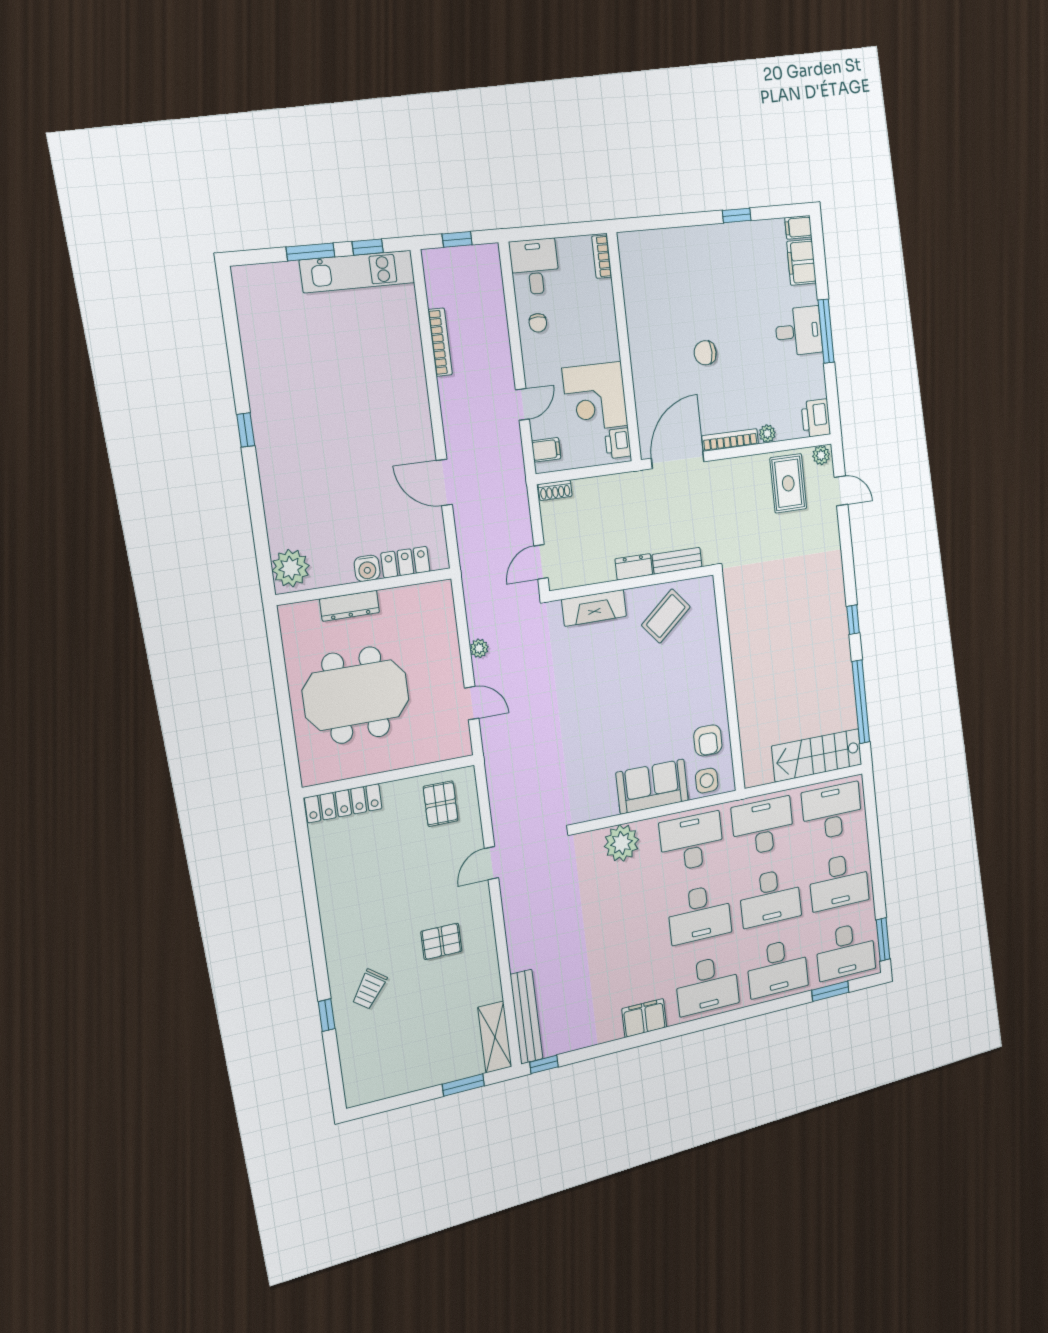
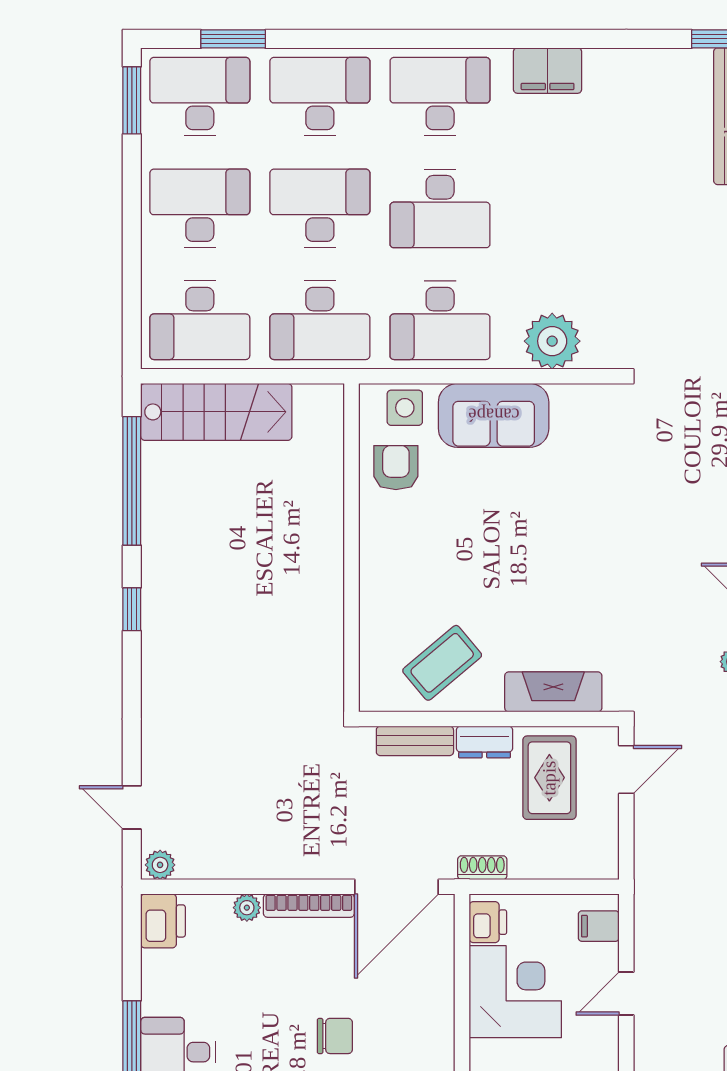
rug: (788, 483) -> (549, 778), moved
shoe rack: (555, 490) -> (482, 868), moved
desk: (699, 914) -> (440, 208), turned 180

